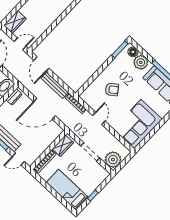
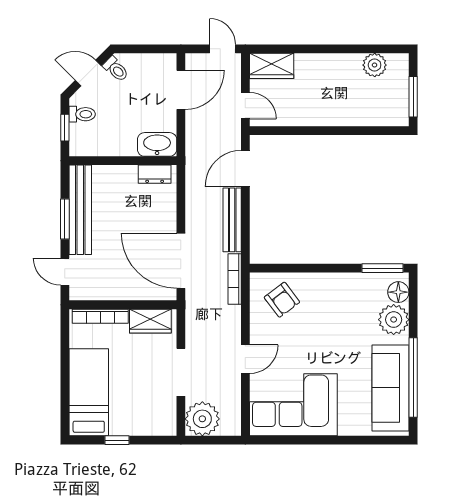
armchair: (112, 89) -> (282, 300), moved
door: (45, 109) -> (181, 261), moved
door: (99, 118) -> (245, 359), moved

